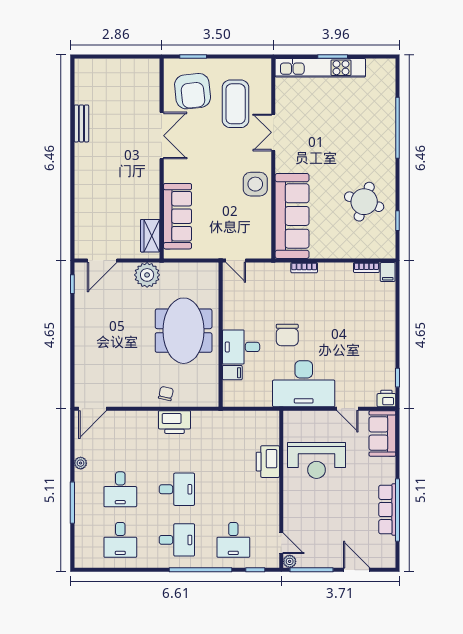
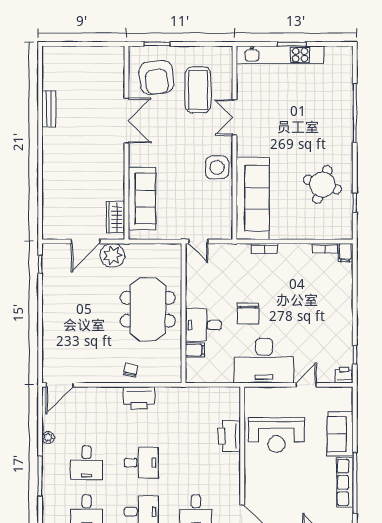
door: (102, 261) -> (86, 241), moved
door: (347, 409) -> (306, 385), swing flipped
sofa: (382, 434) -> (340, 434), moved

